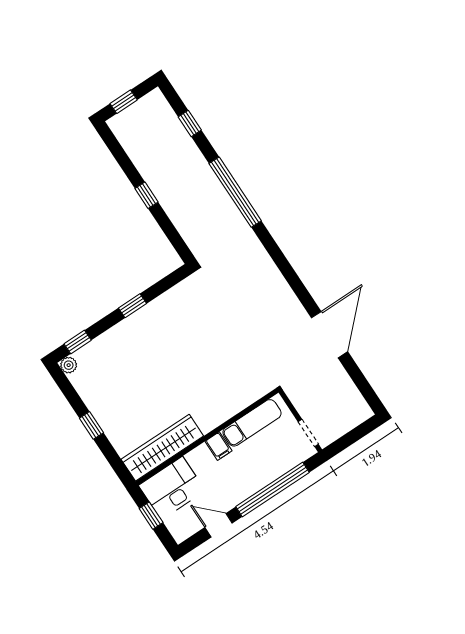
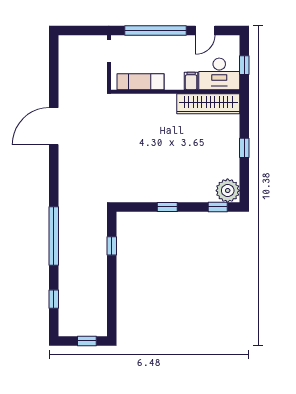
window: (147, 195) -> (112, 246), moved
door: (330, 335) -> (54, 126), moved
plant: (69, 365) -> (228, 191), width x1.88, depth x1.88
filing cabinet: (218, 446) -> (191, 81), moved
door: (219, 525) -> (205, 30), hinge flipped

